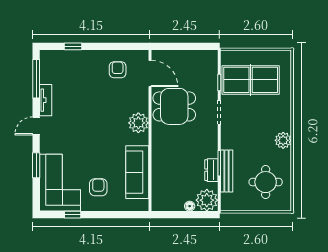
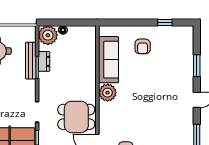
tv unit: (46, 100) -> (188, 122), removed
plant: (138, 123) -> (108, 93), moved
corner sofa: (60, 183) -> (176, 50), removed

